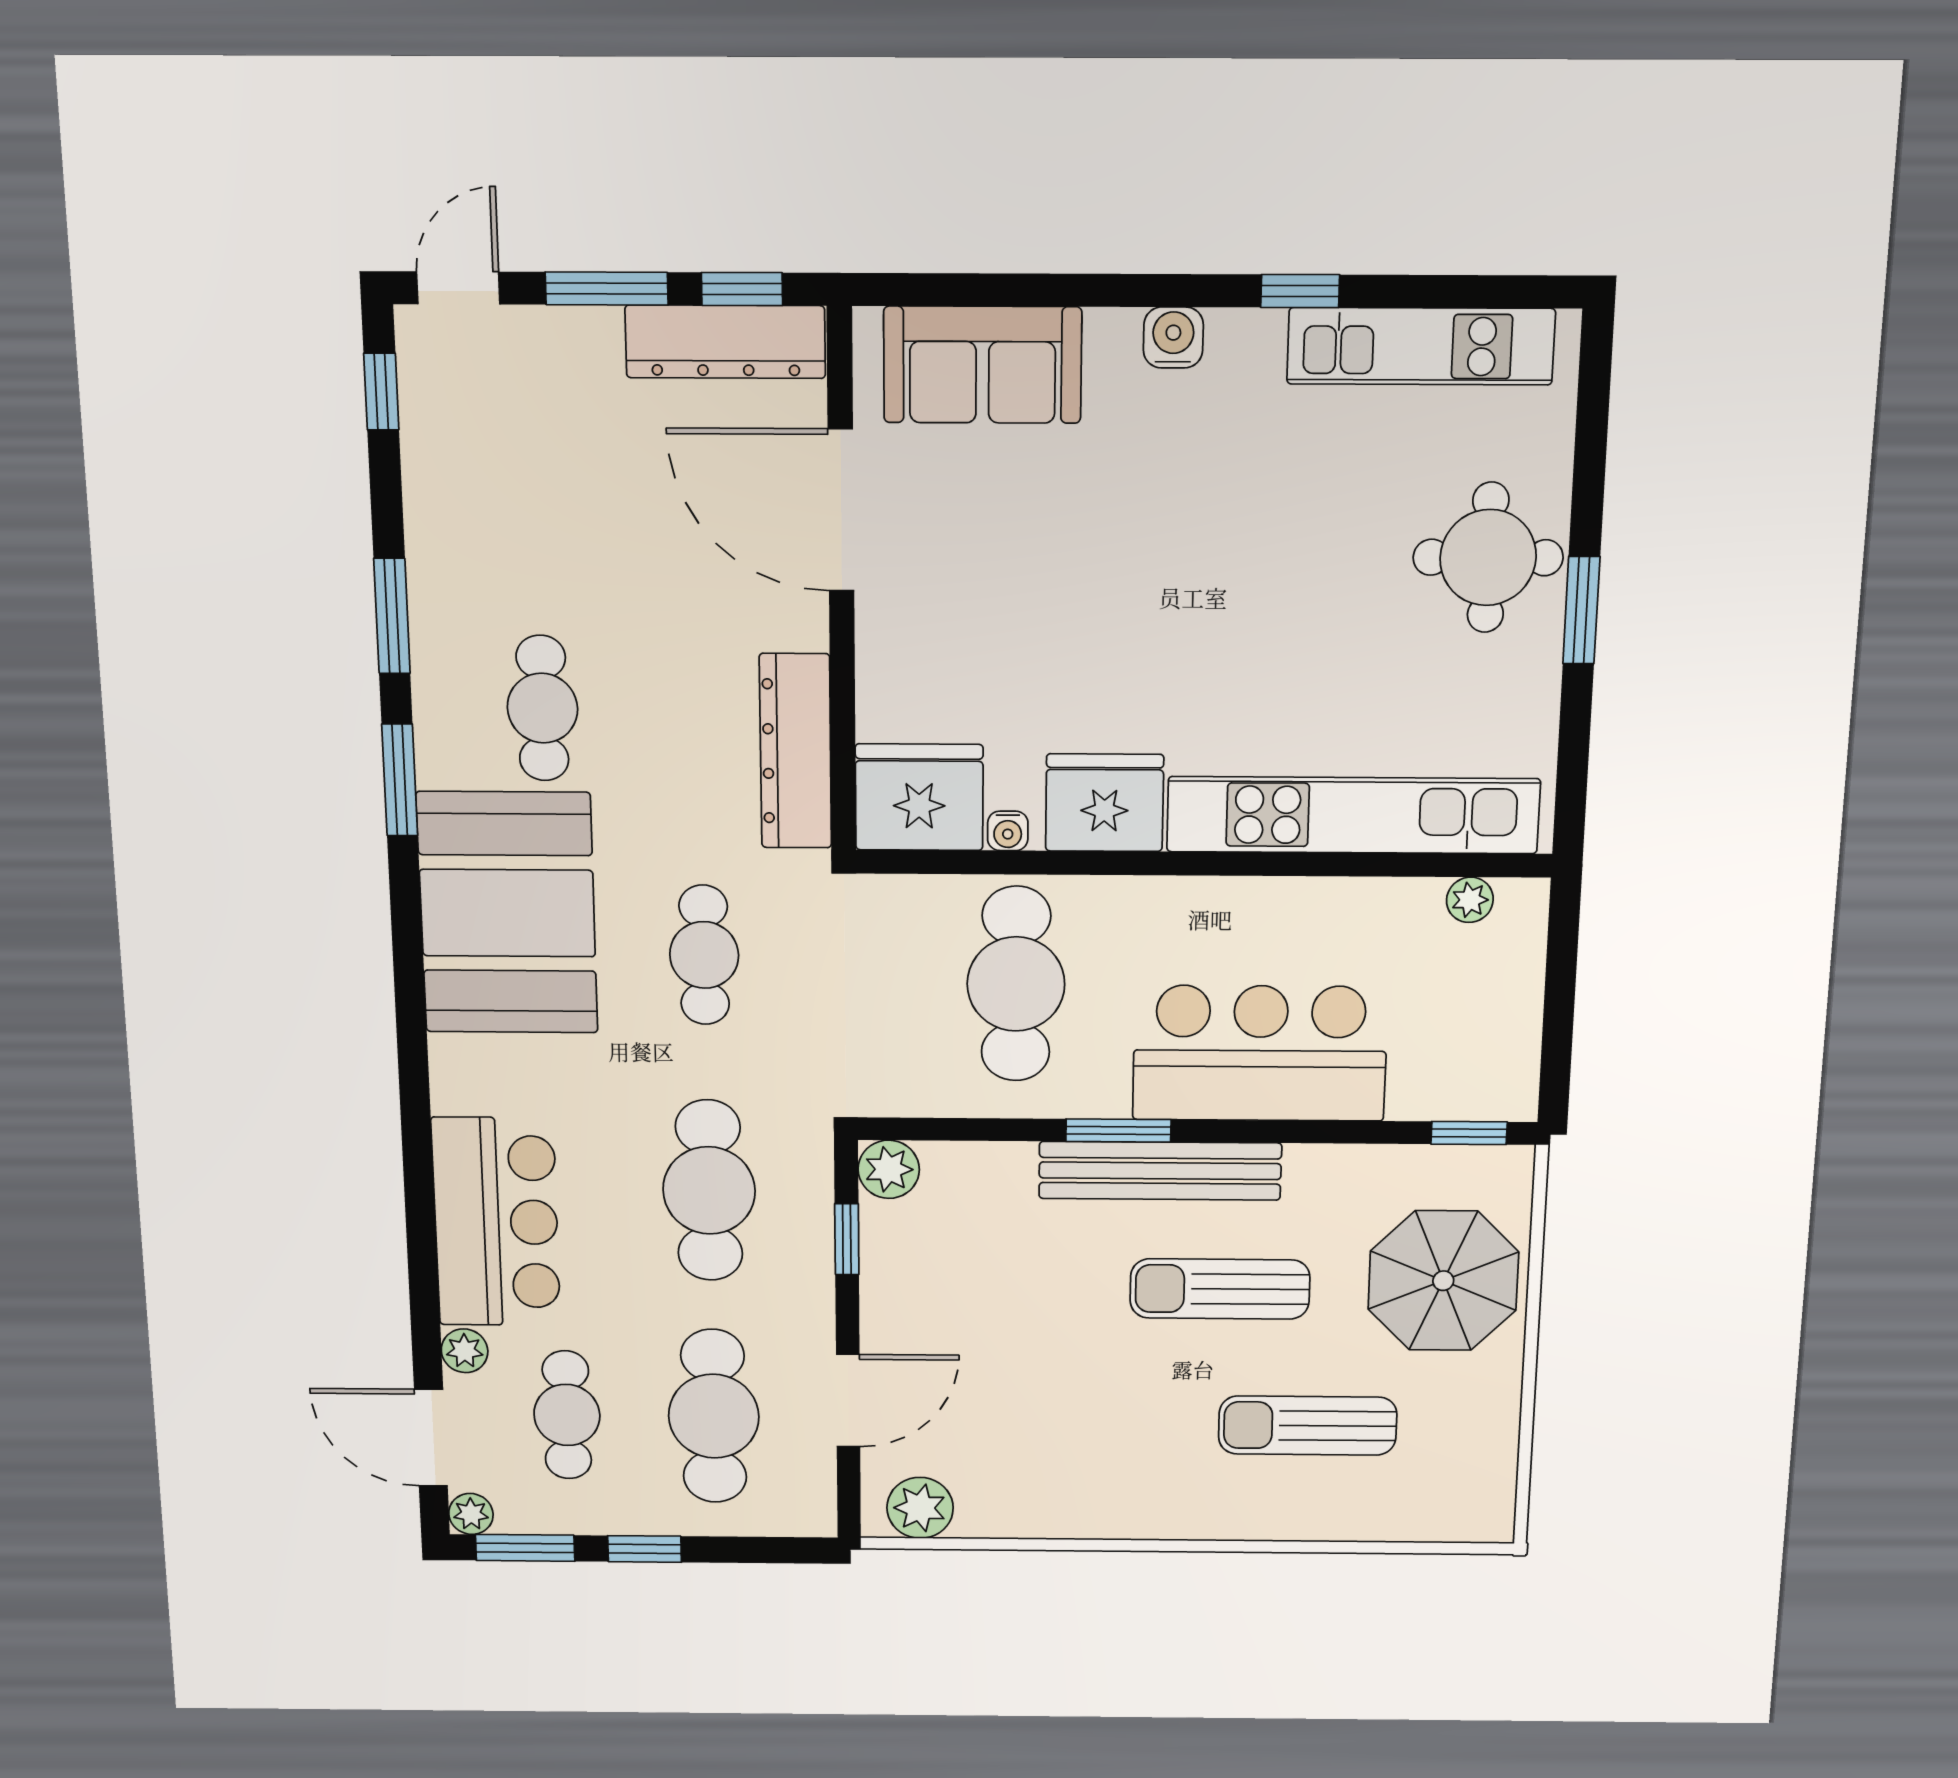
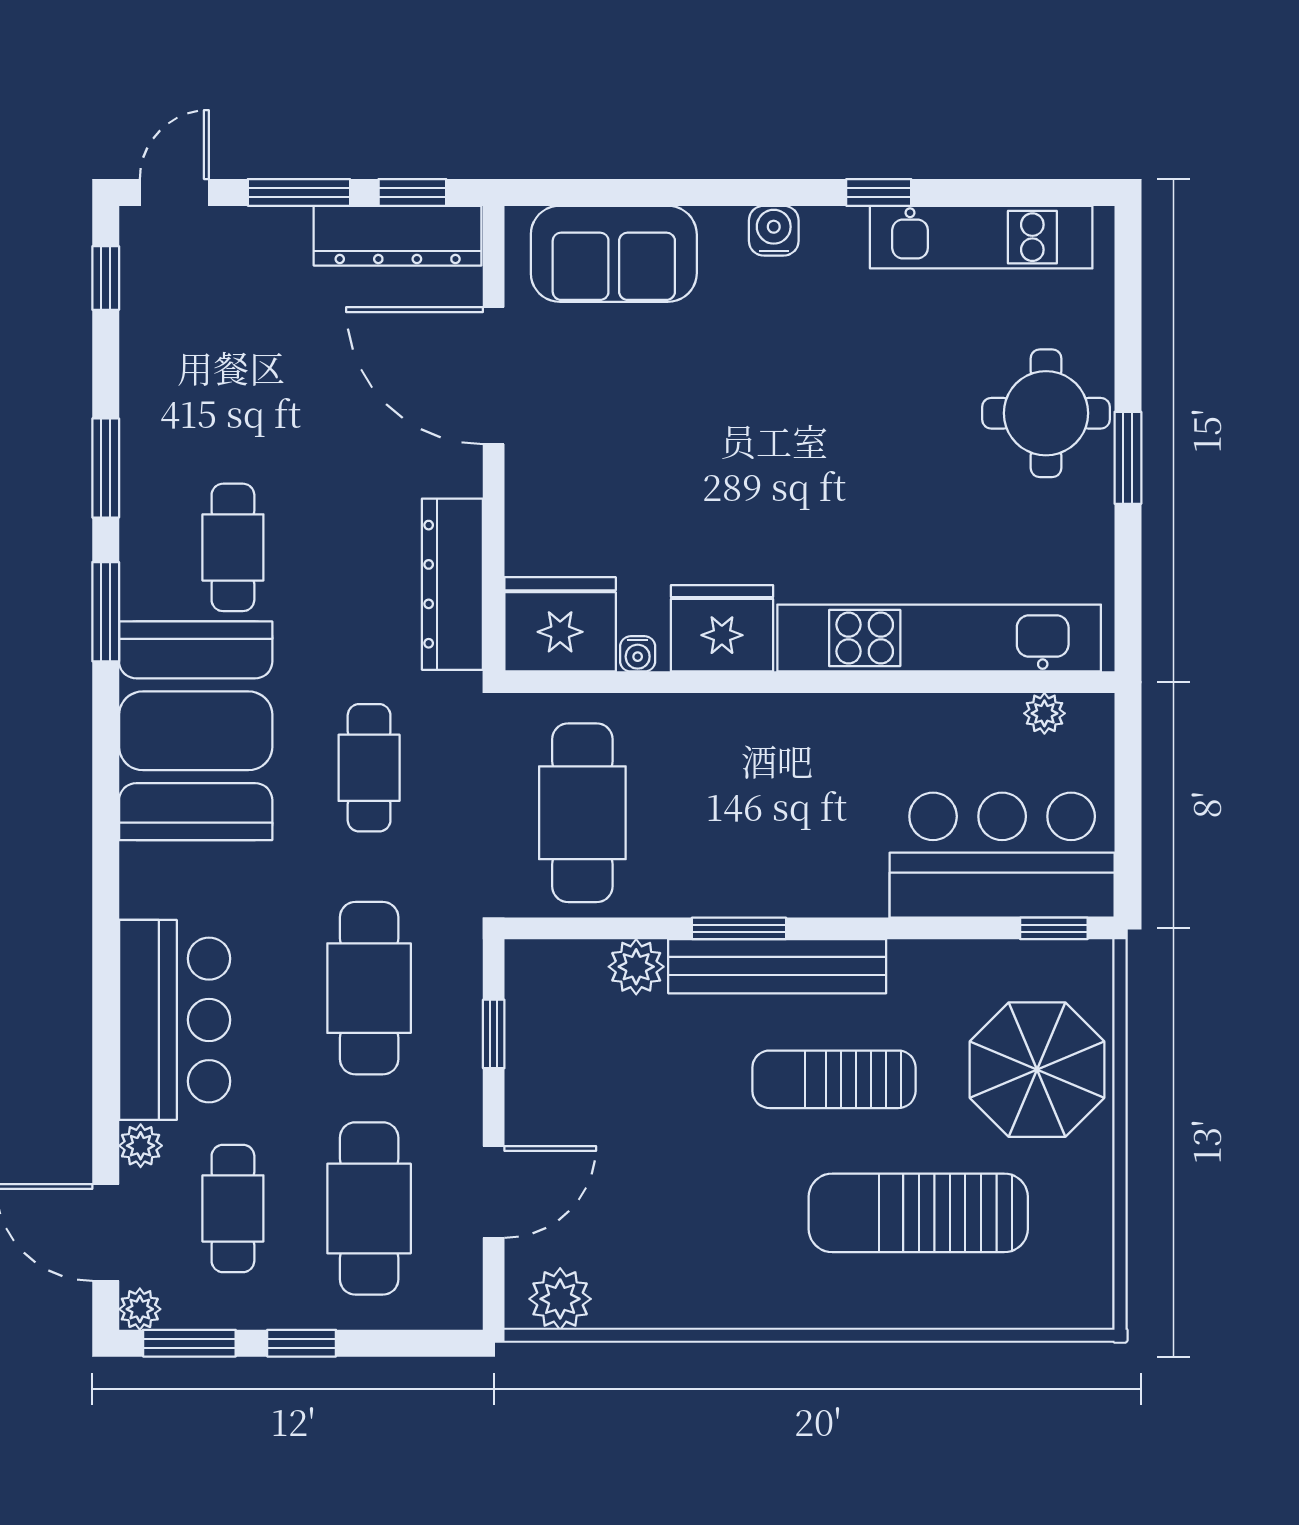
cafe table: (1016, 984) -> (582, 813), moved
bar counter: (1260, 1053) -> (1002, 855), moved
plant: (889, 1169) -> (636, 967), moved
sun lounger: (1308, 1426) -> (918, 1213), width x1.36, depth x1.34

